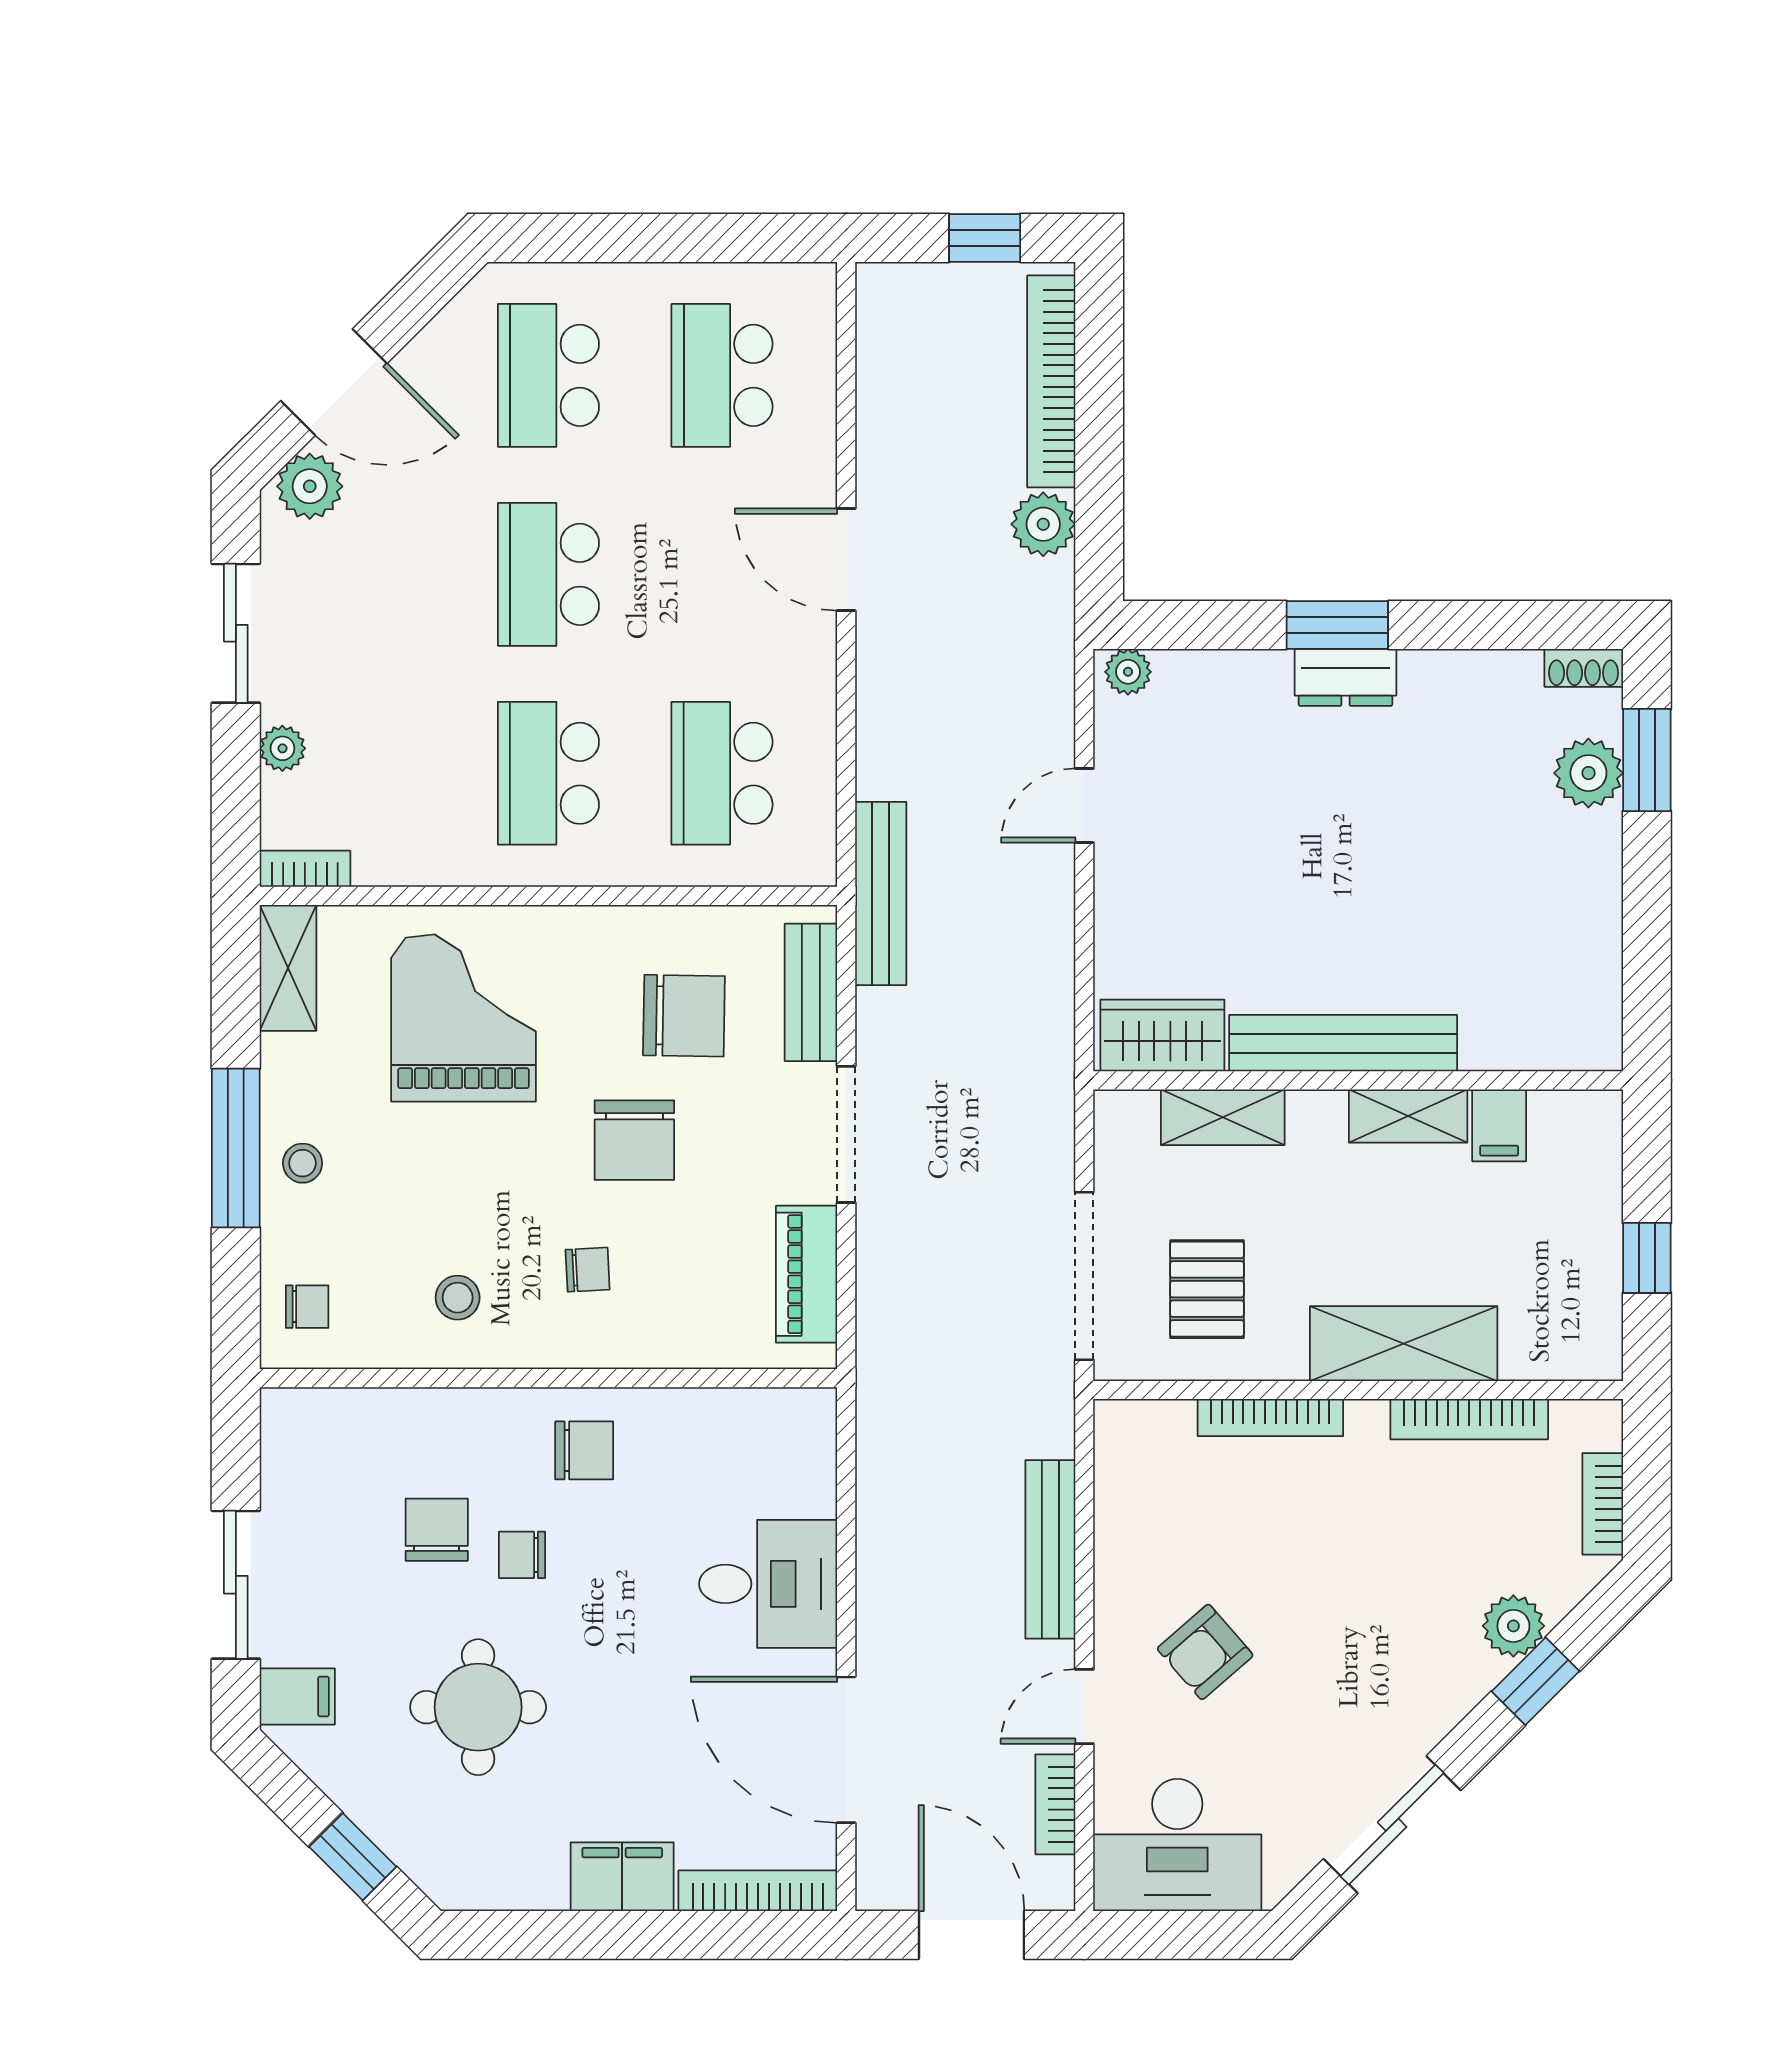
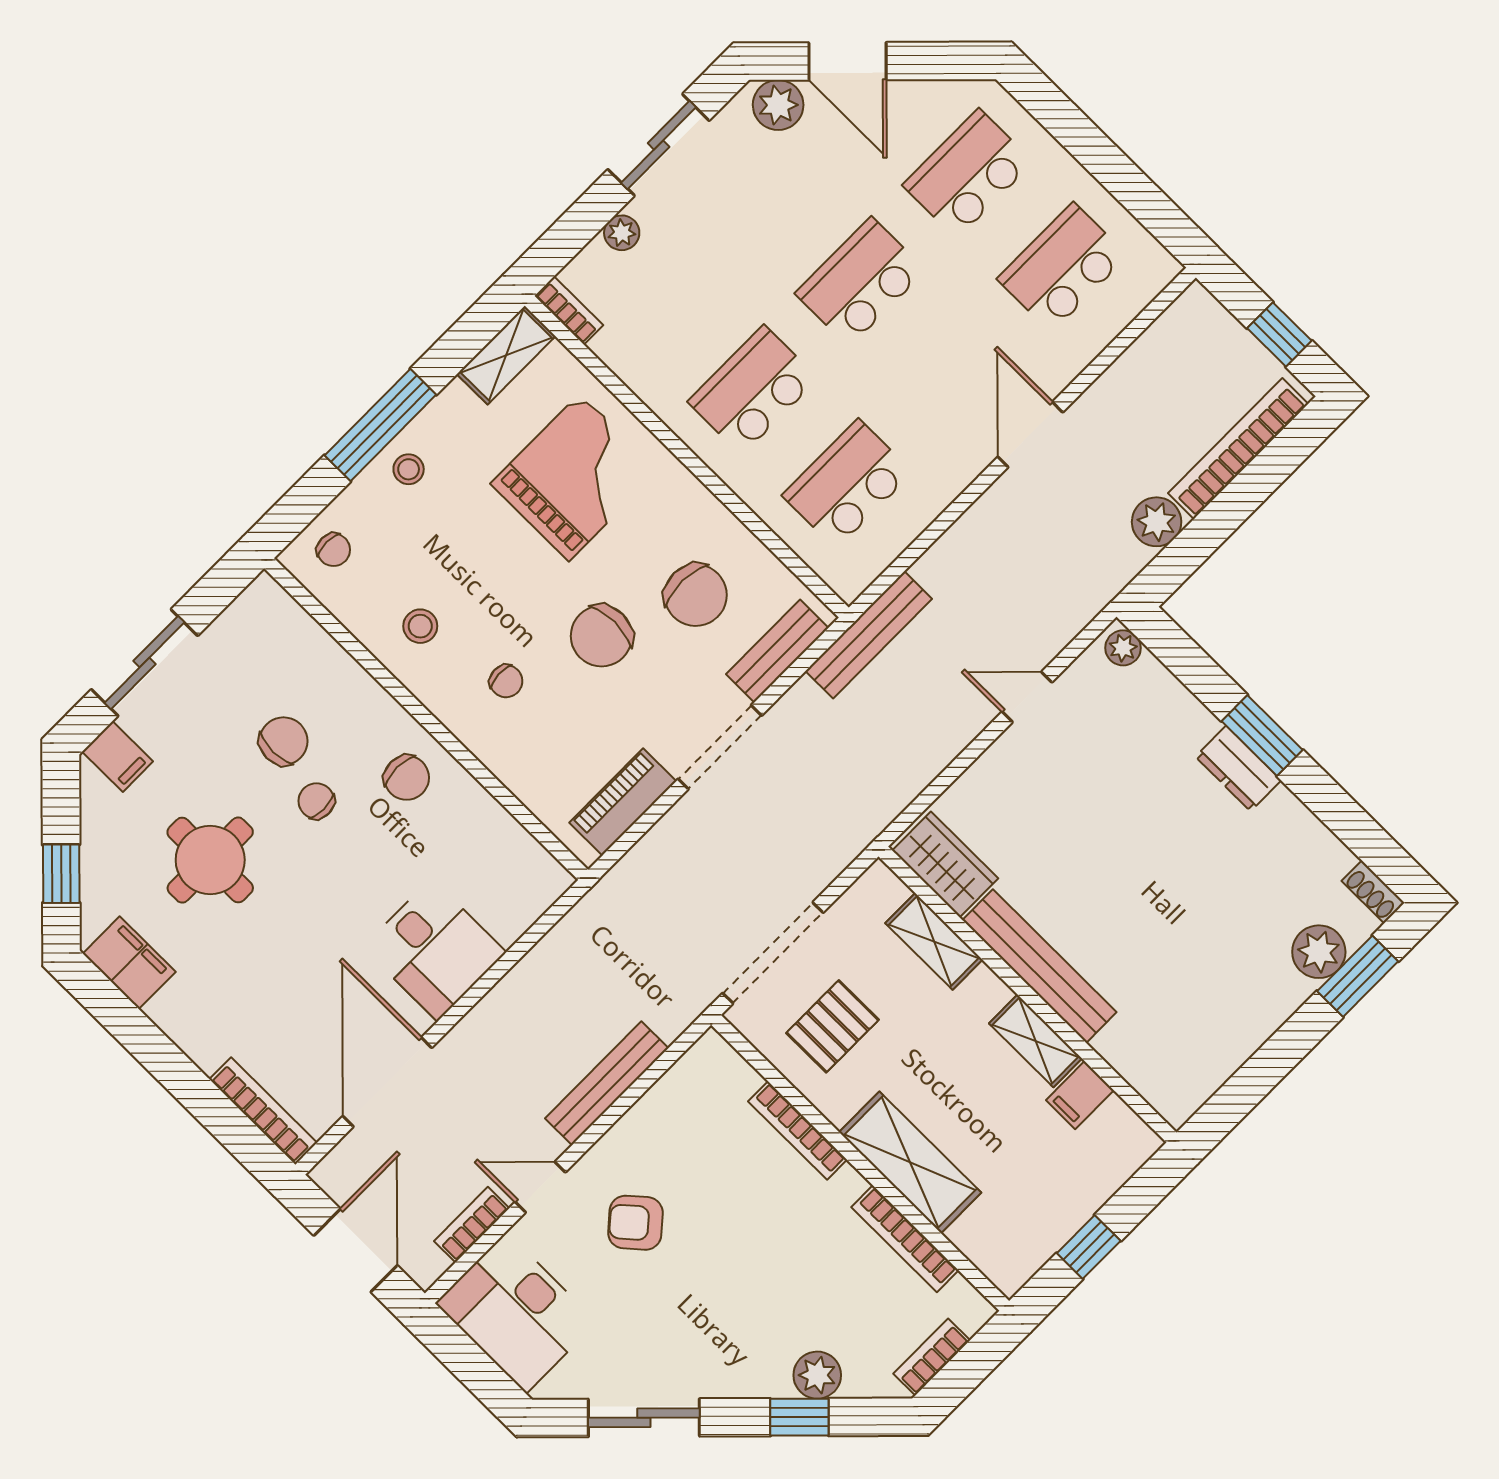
filing cabinet: (622, 1877) -> (129, 963), moved

